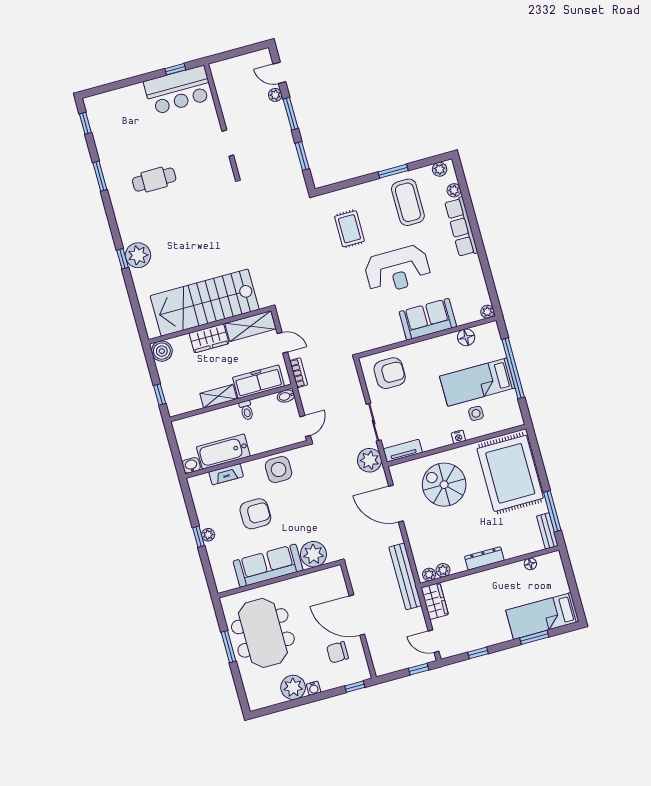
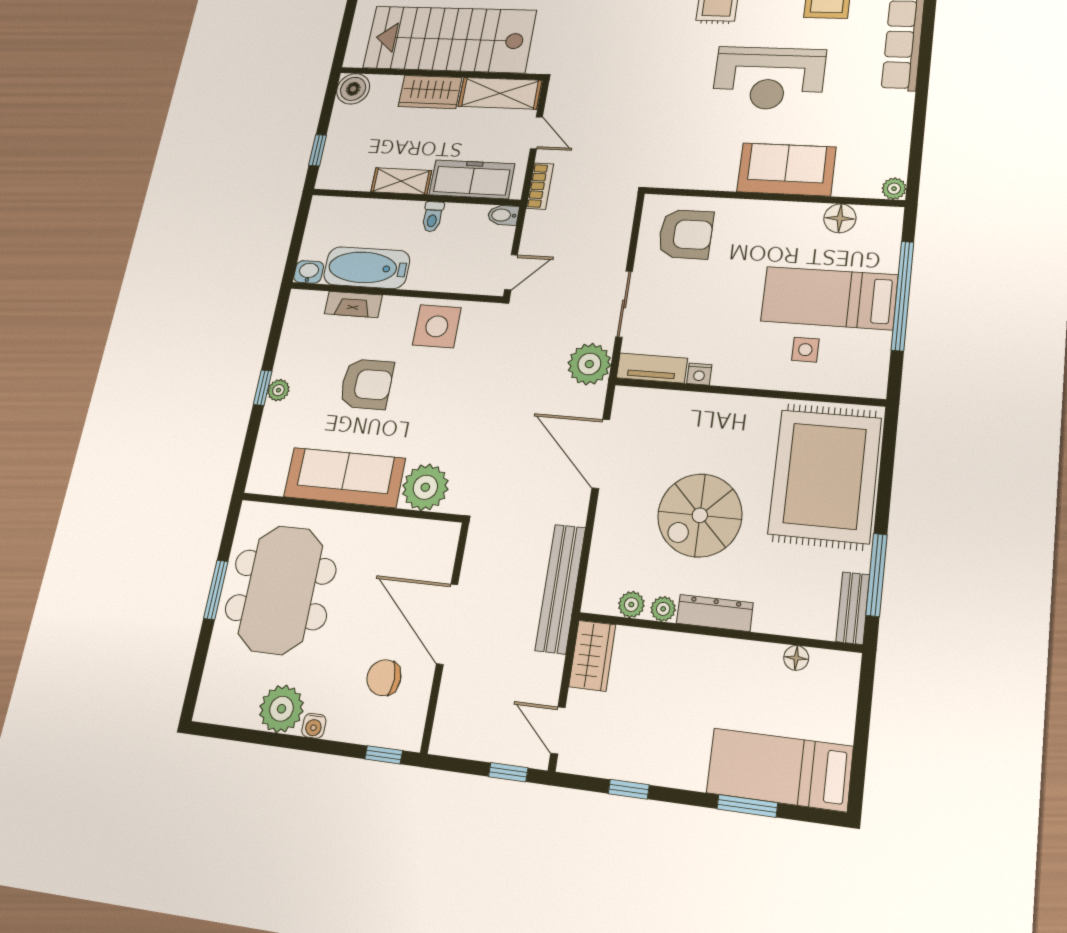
nightstand: (458, 437) -> (699, 374), moved
spiral stairs: (444, 485) -> (700, 515), moved, turned -90
plant: (429, 574) -> (663, 609), moved

